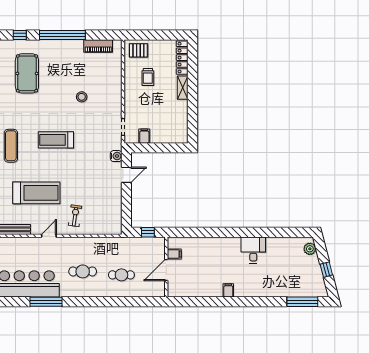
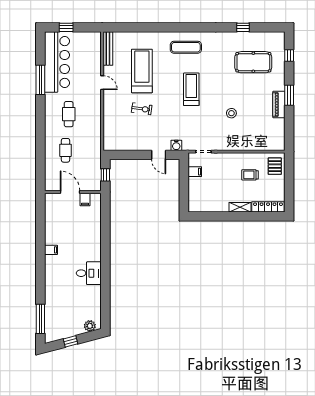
window: (62, 35) -> (289, 95), width x0.47
piano: (98, 46) -> (279, 105), moved
treadmill: (36, 193) -> (142, 71), turned 180
exercise bike: (75, 216) -> (142, 109), moved

